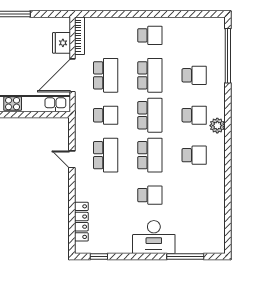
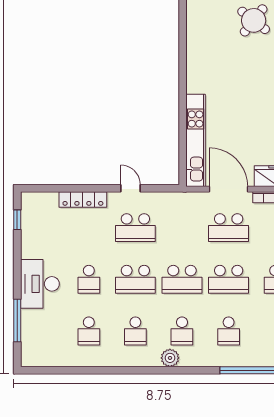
school desk: (106, 115) -> (89, 331), moved
door: (72, 159) -> (131, 188), hinge flipped
locker: (81, 222) -> (83, 199), moved

